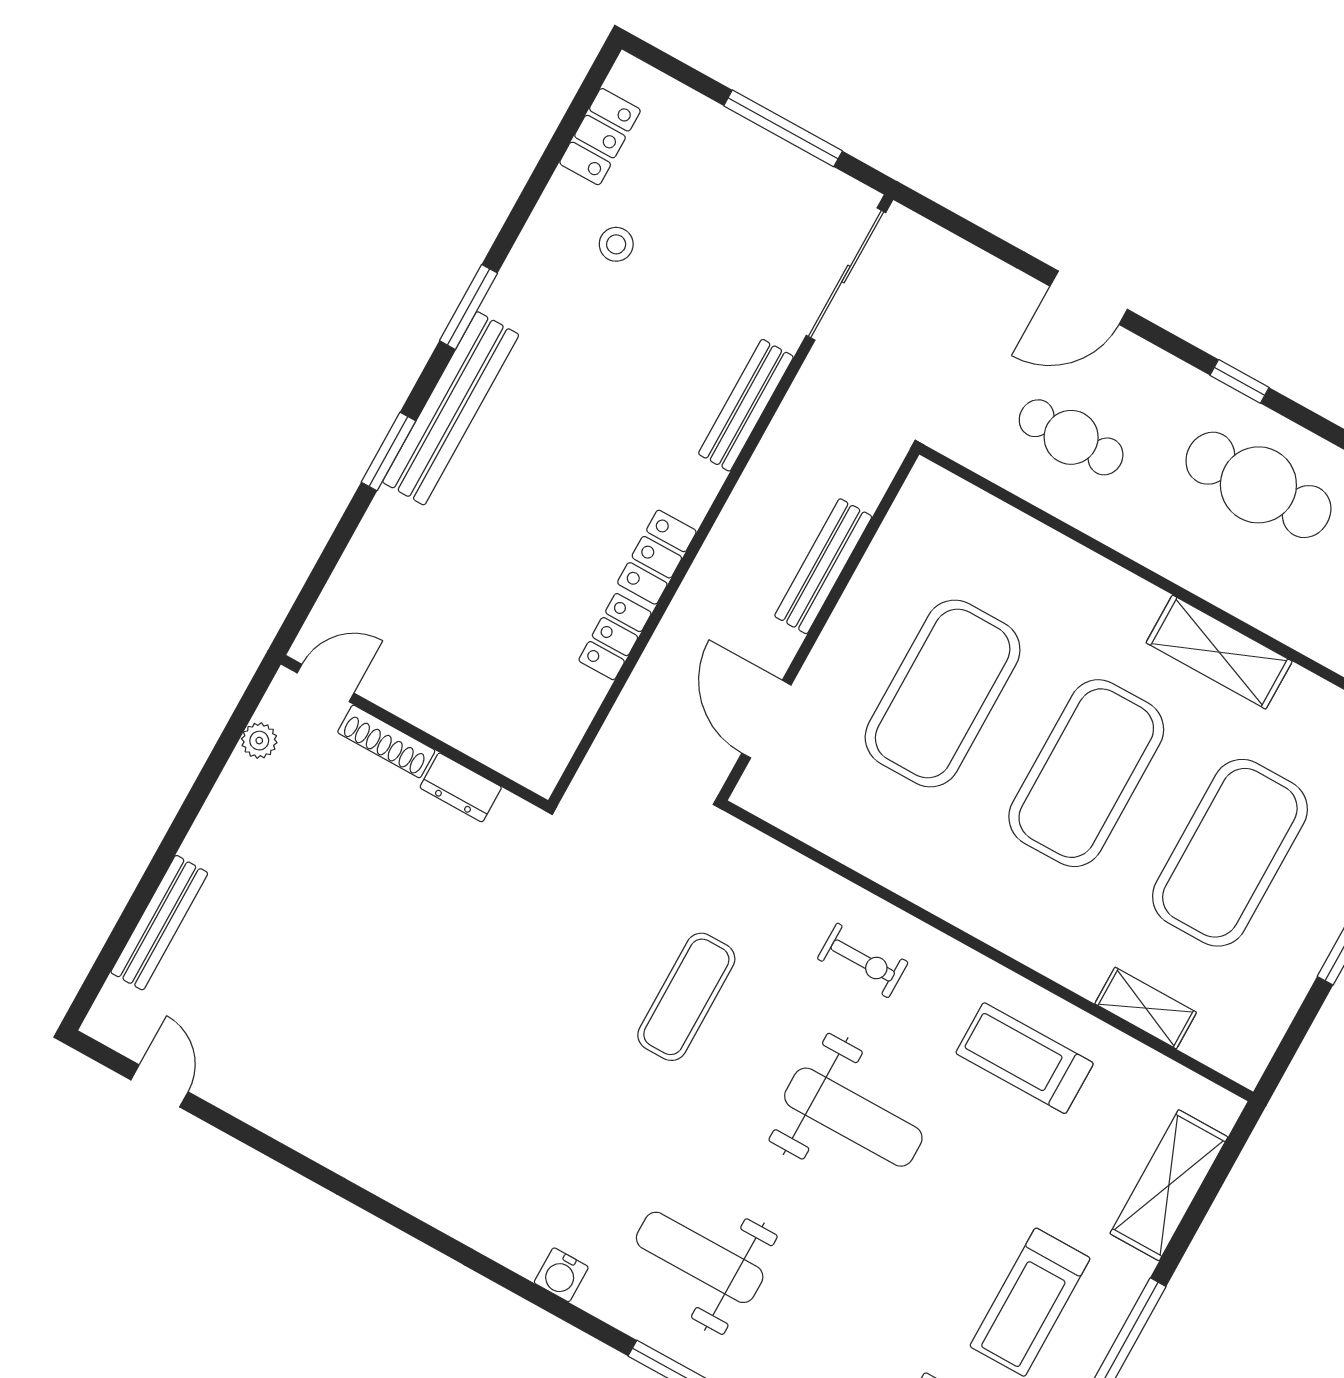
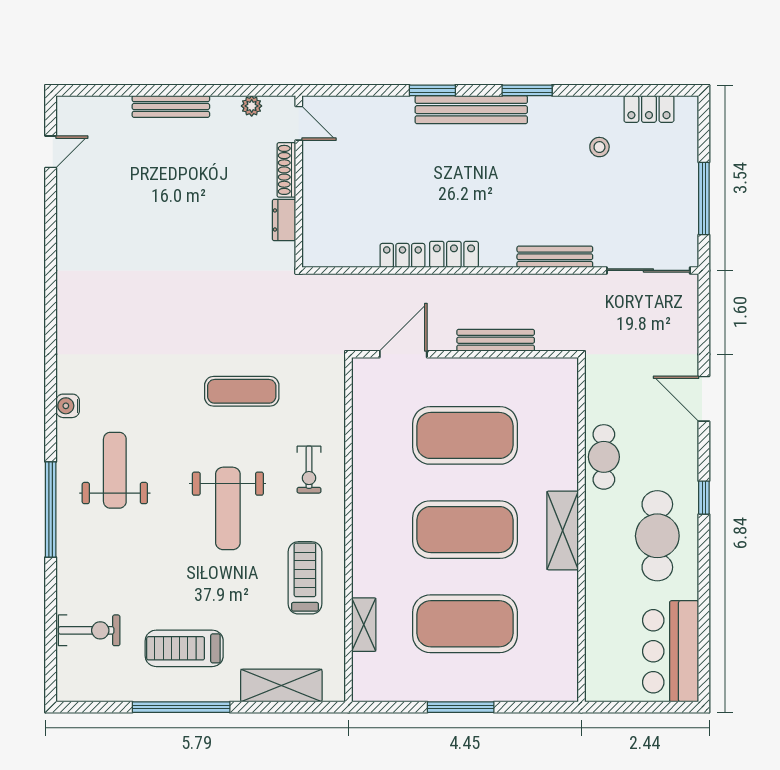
cafe table: (1071, 437) -> (604, 457), moved
shelving: (1219, 652) -> (563, 530), moved
bench: (159, 923) -> (171, 107), moved

